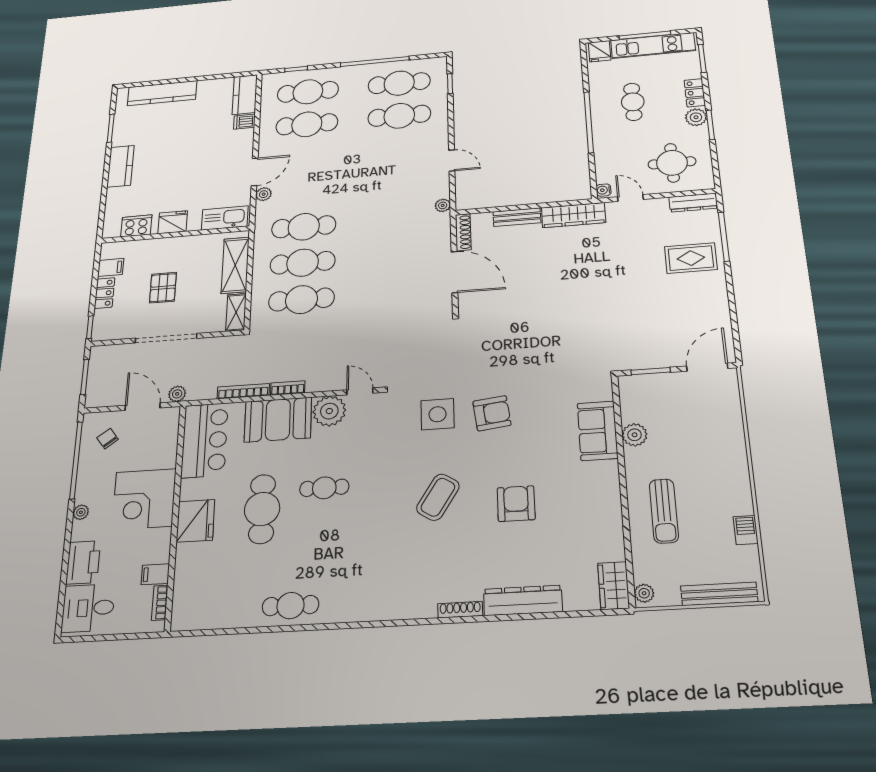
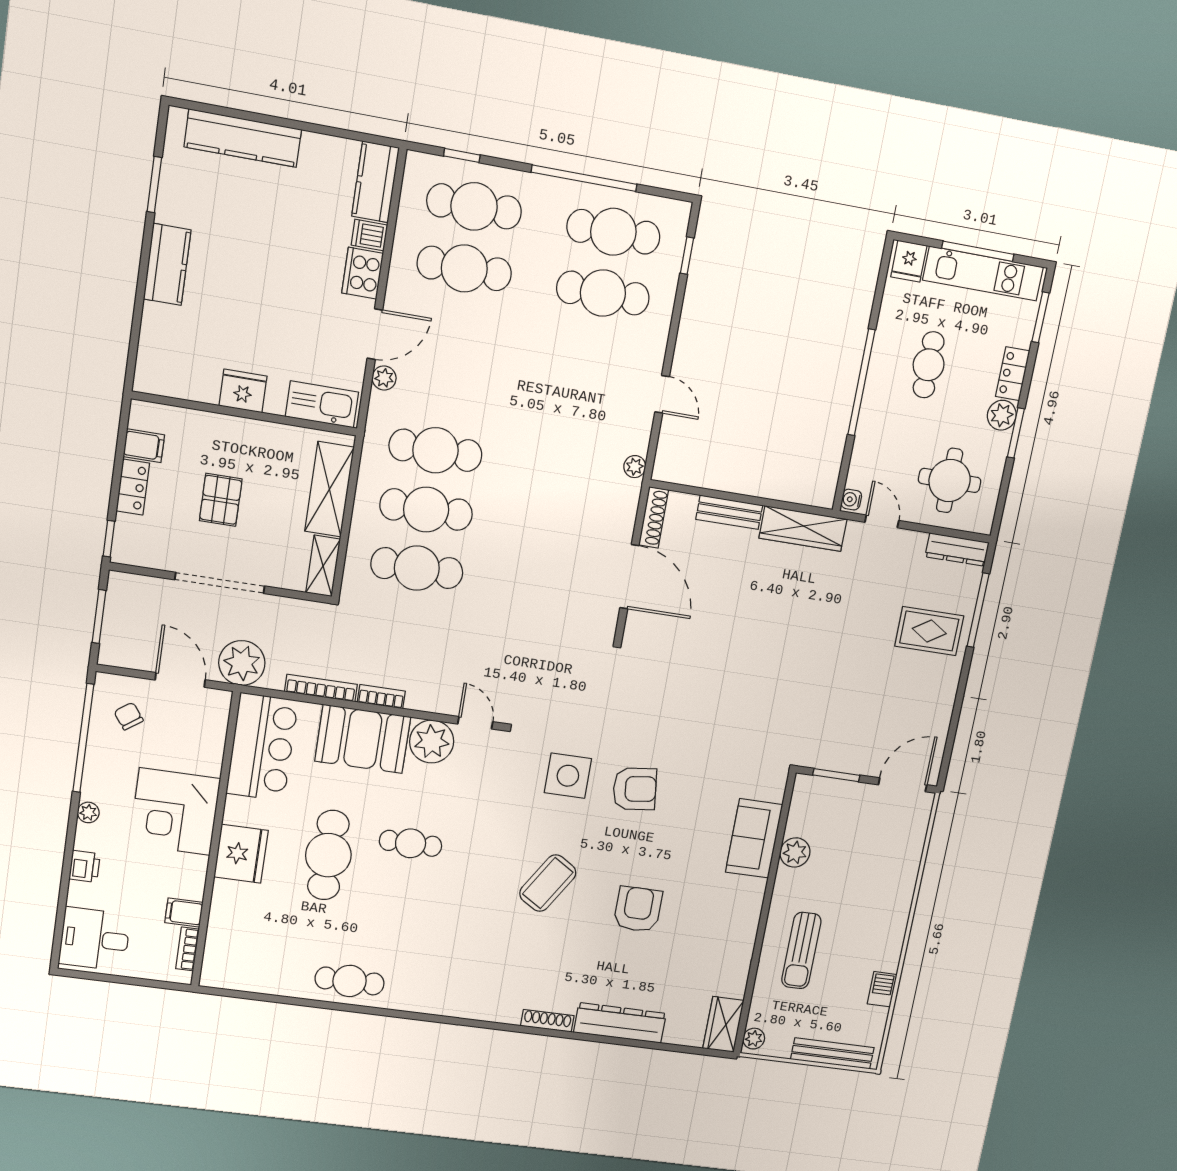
cooker: (136, 226) -> (363, 273), moved, turned -90
plant: (177, 394) -> (242, 663), width x1.88, depth x1.88
printer: (83, 562) -> (85, 866), width x0.53, depth x0.68

